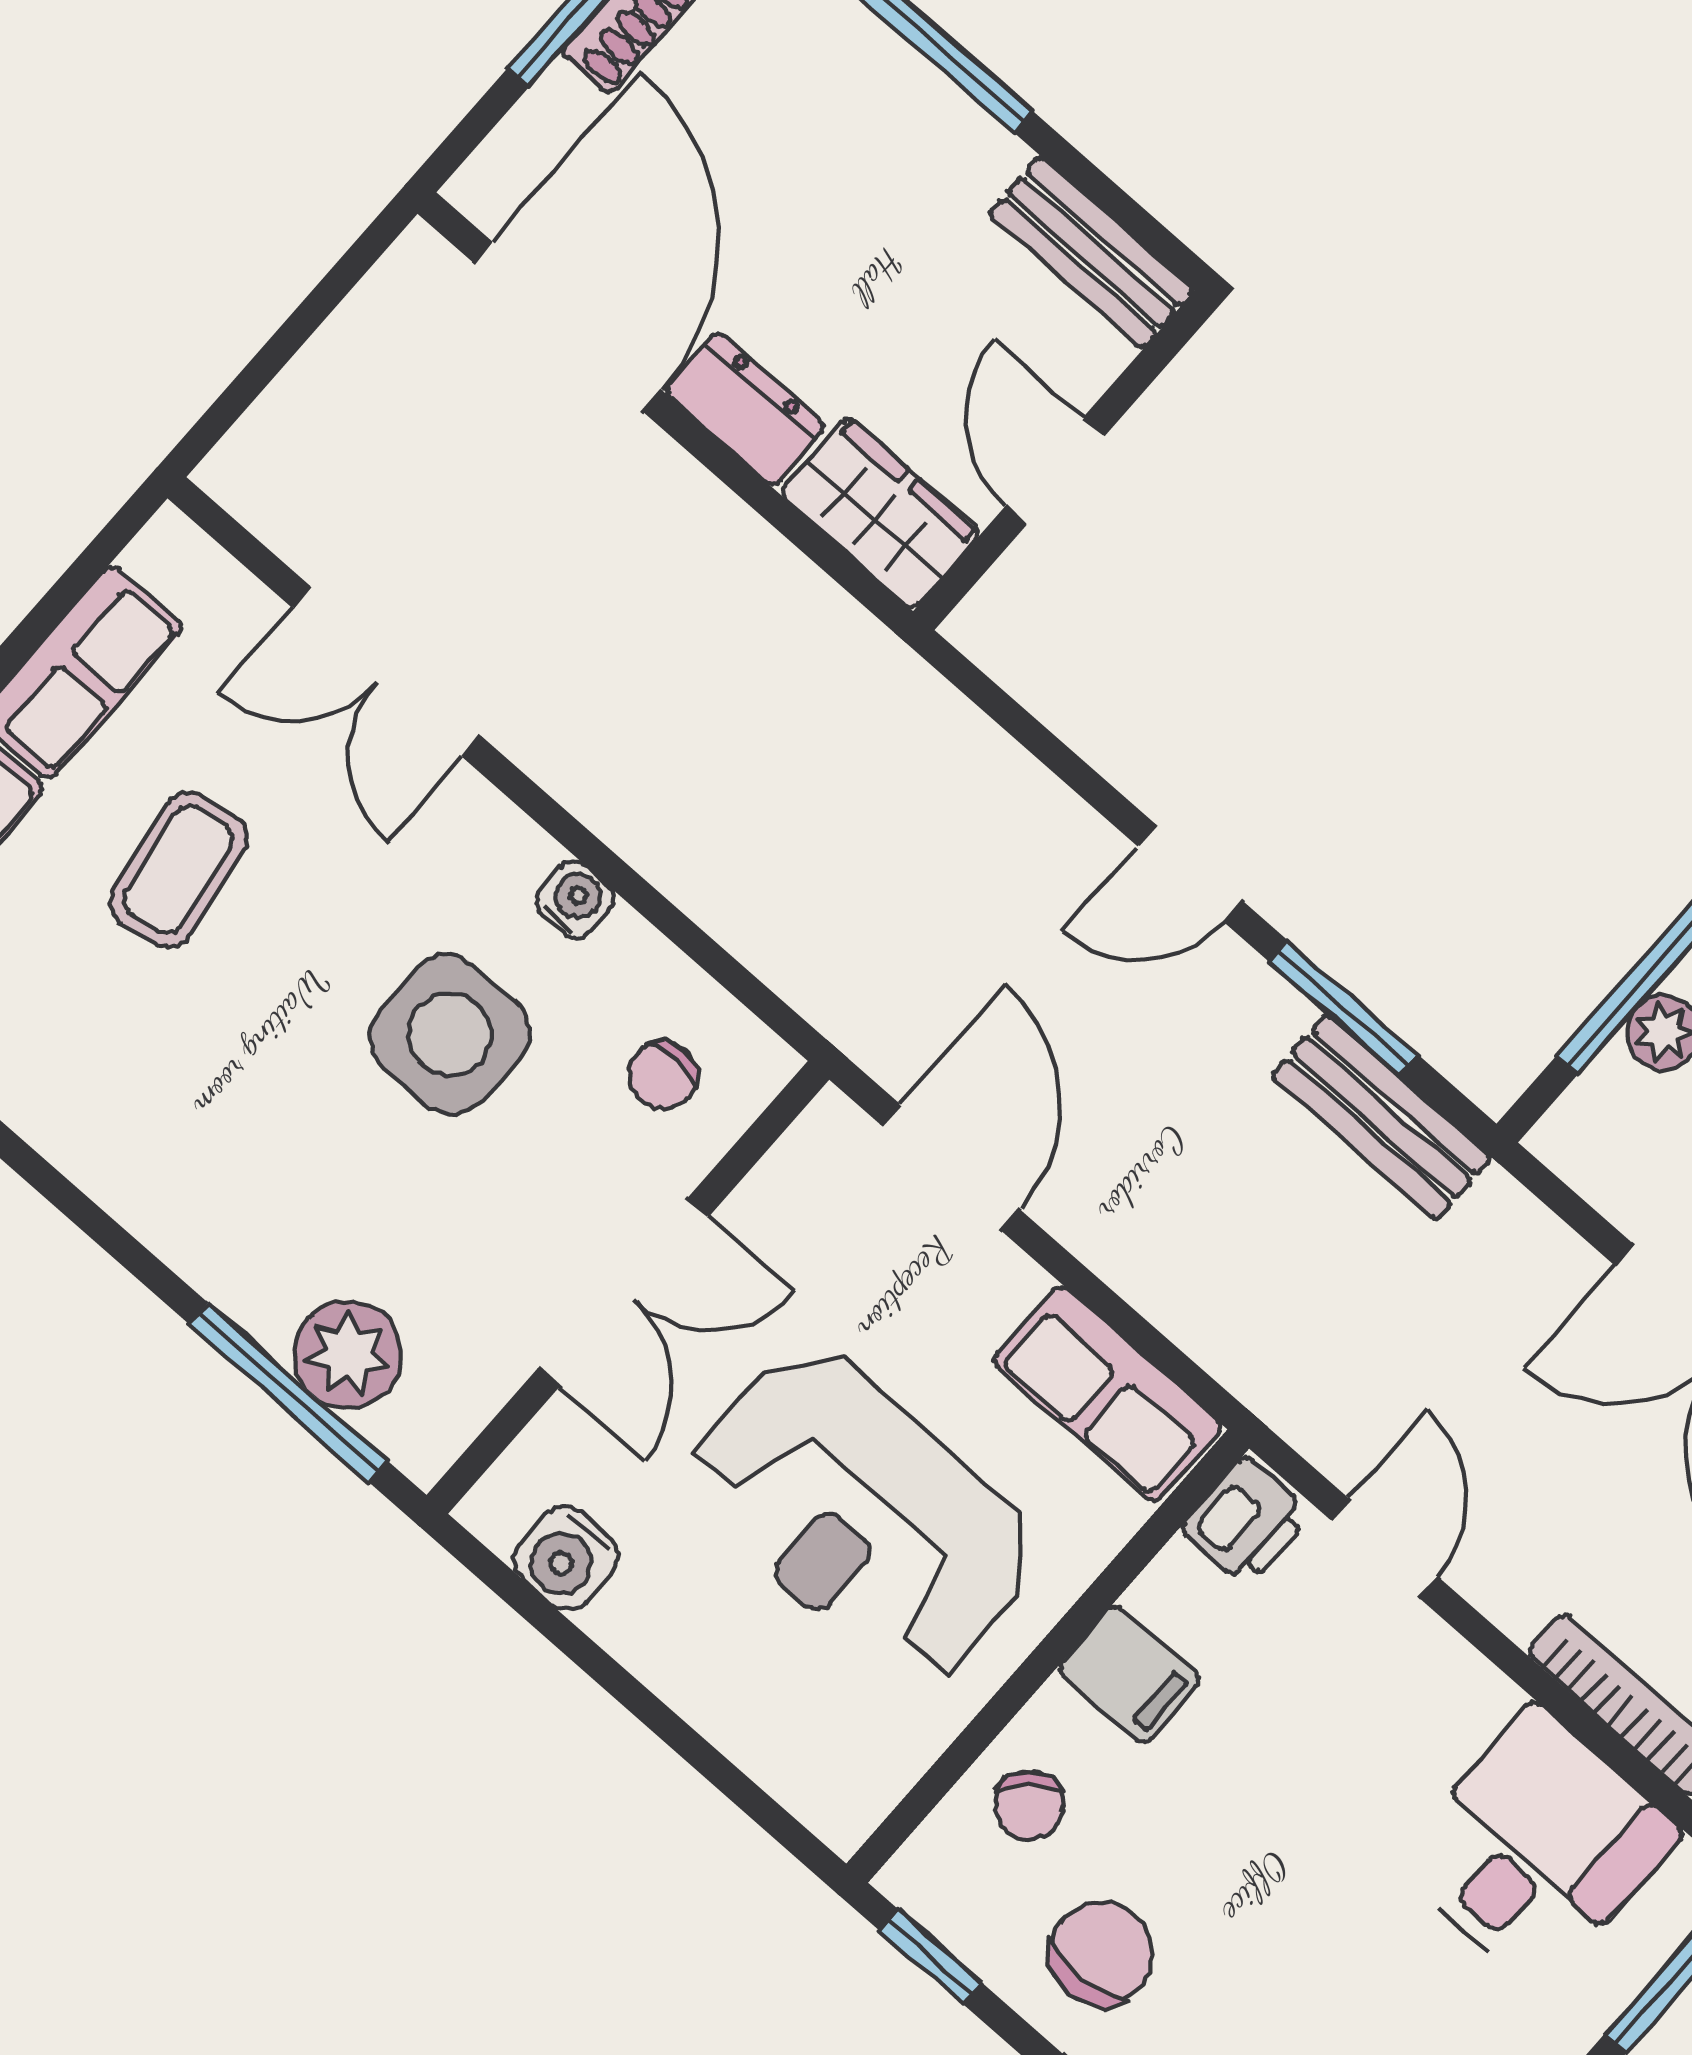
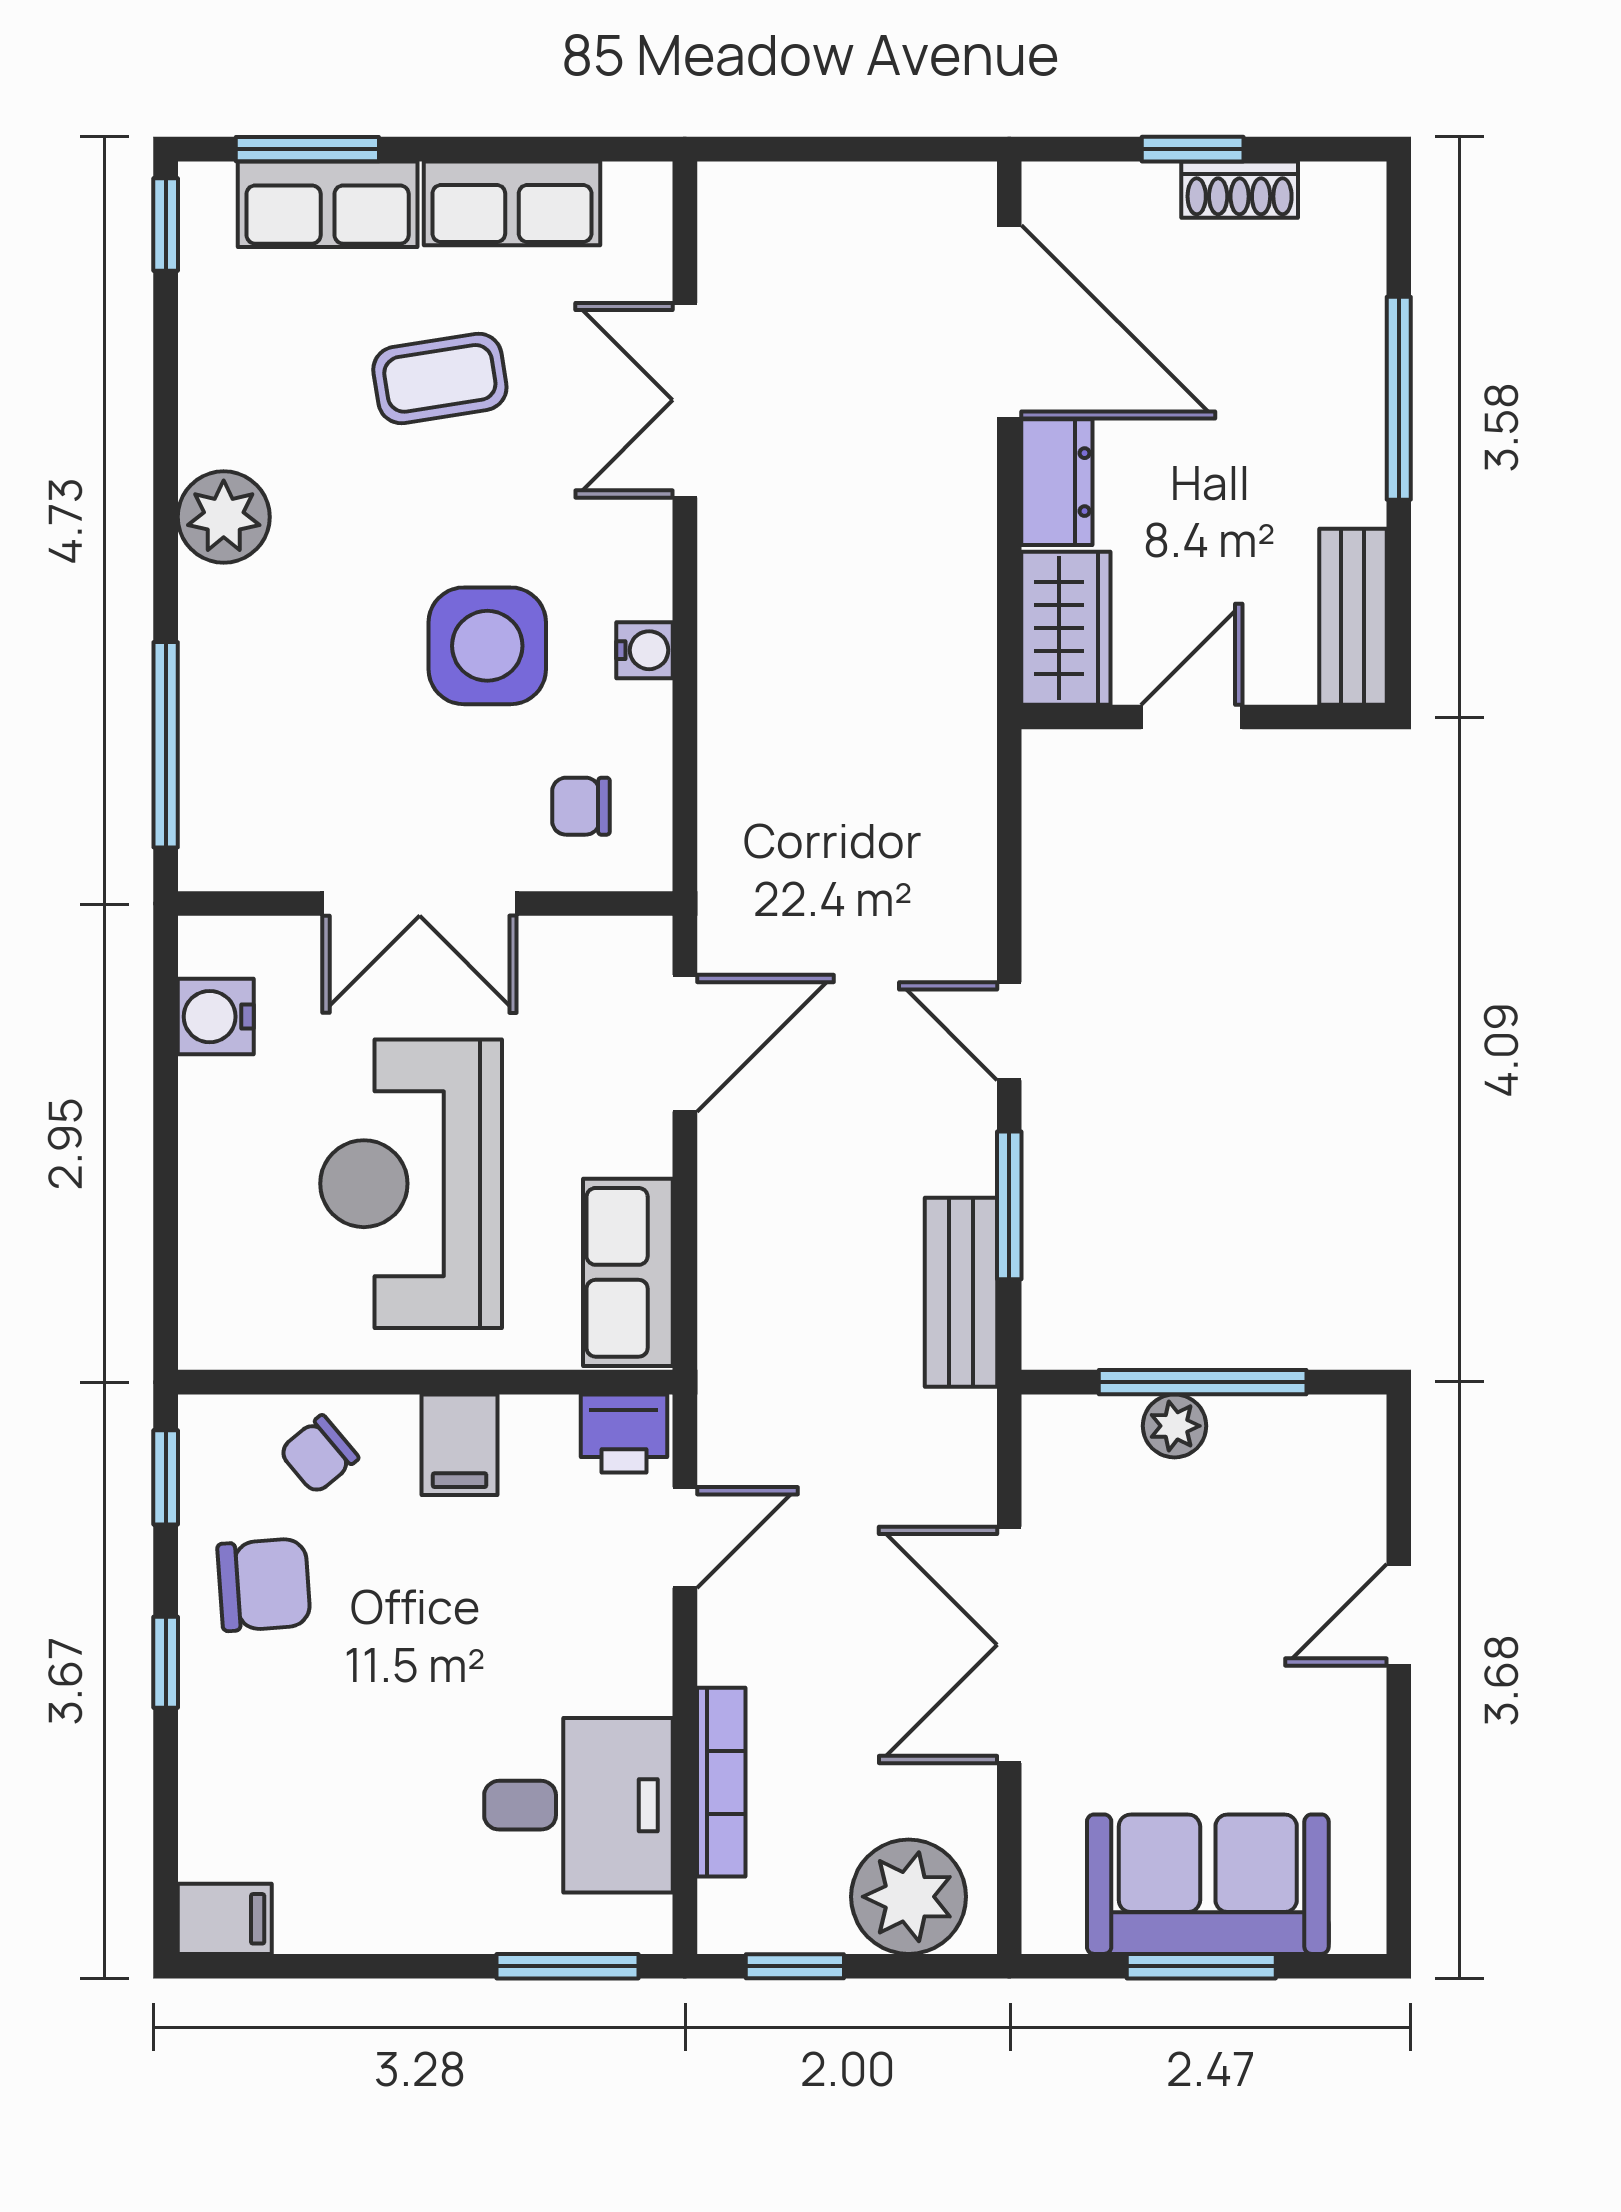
door: (568, 327) -> (1009, 322), hinge flipped
plant: (348, 1354) -> (224, 517), moved

